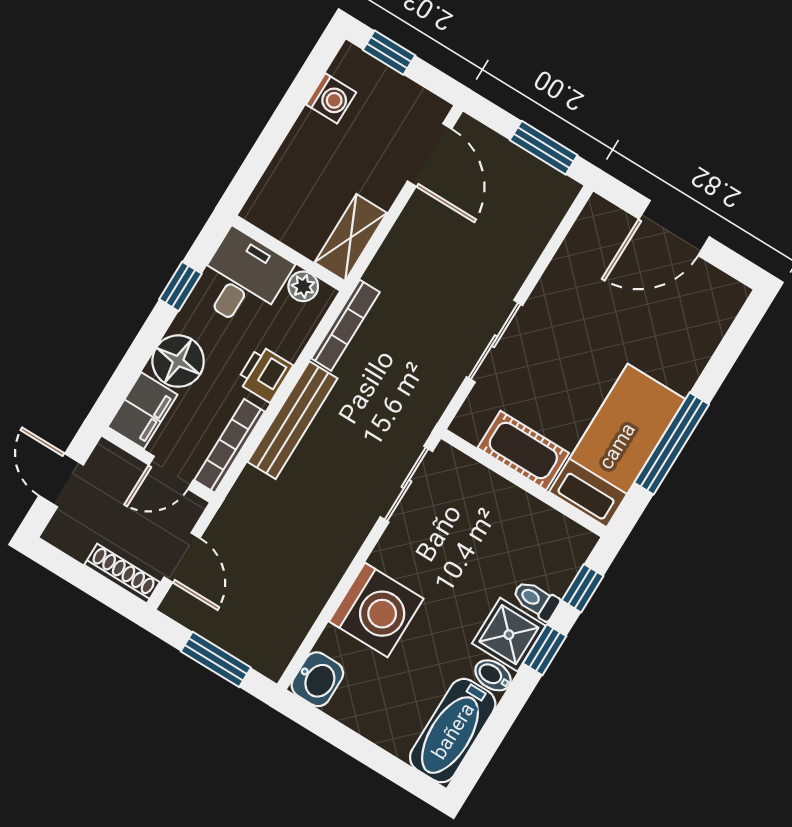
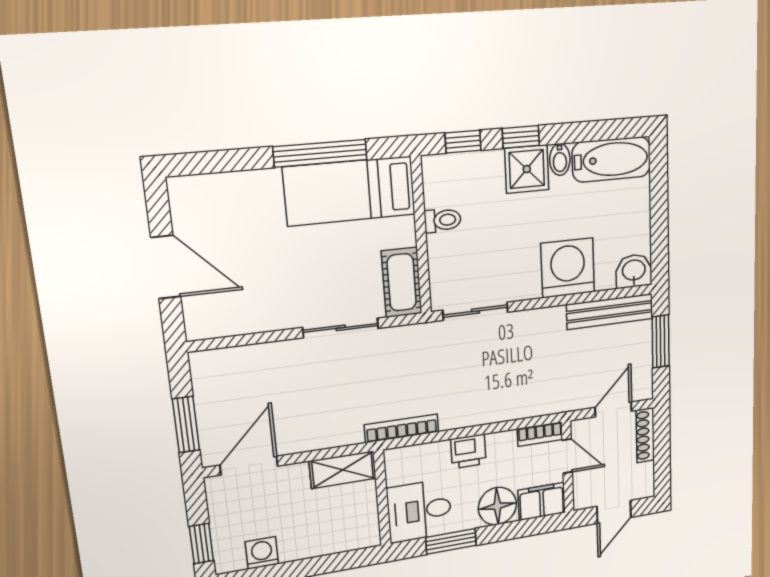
window: (544, 148) -> (186, 424), moved
window: (180, 286) -> (451, 541), width x1.50
plant: (303, 286) -> (396, 473), removed
bench: (293, 420) -> (610, 312), moved
bookcase: (230, 446) -> (540, 434), width x0.64
cot: (523, 450) -> (402, 282), moved
toilet: (536, 600) -> (443, 220), moved, turned -90

